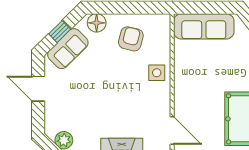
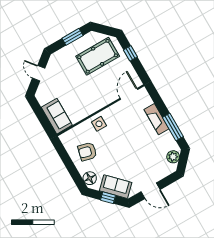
sofa: (204, 26) -> (57, 116), width x0.73
door: (38, 89) -> (151, 191), hinge flipped

